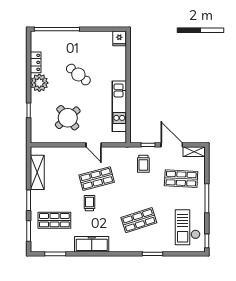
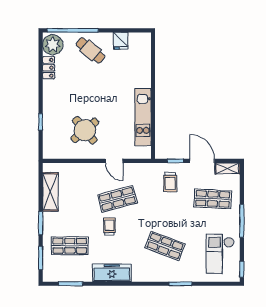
fridge: (119, 38) -> (121, 41), moved
cafe table: (78, 75) -> (90, 50), moved
plant: (39, 83) -> (53, 45), moved
shop shelf: (139, 220) -> (165, 246), turned 39

